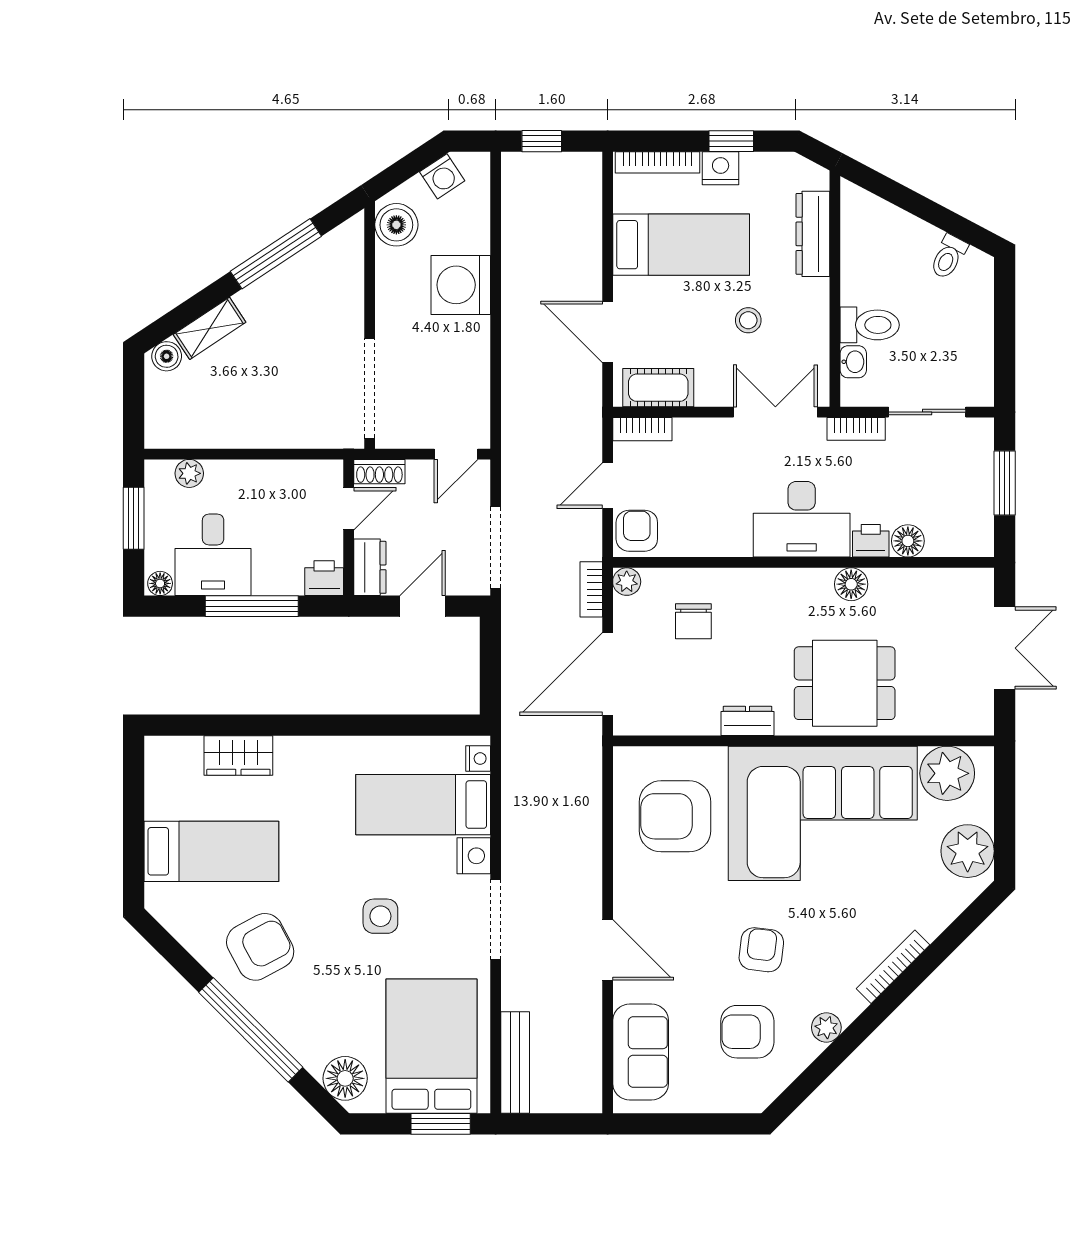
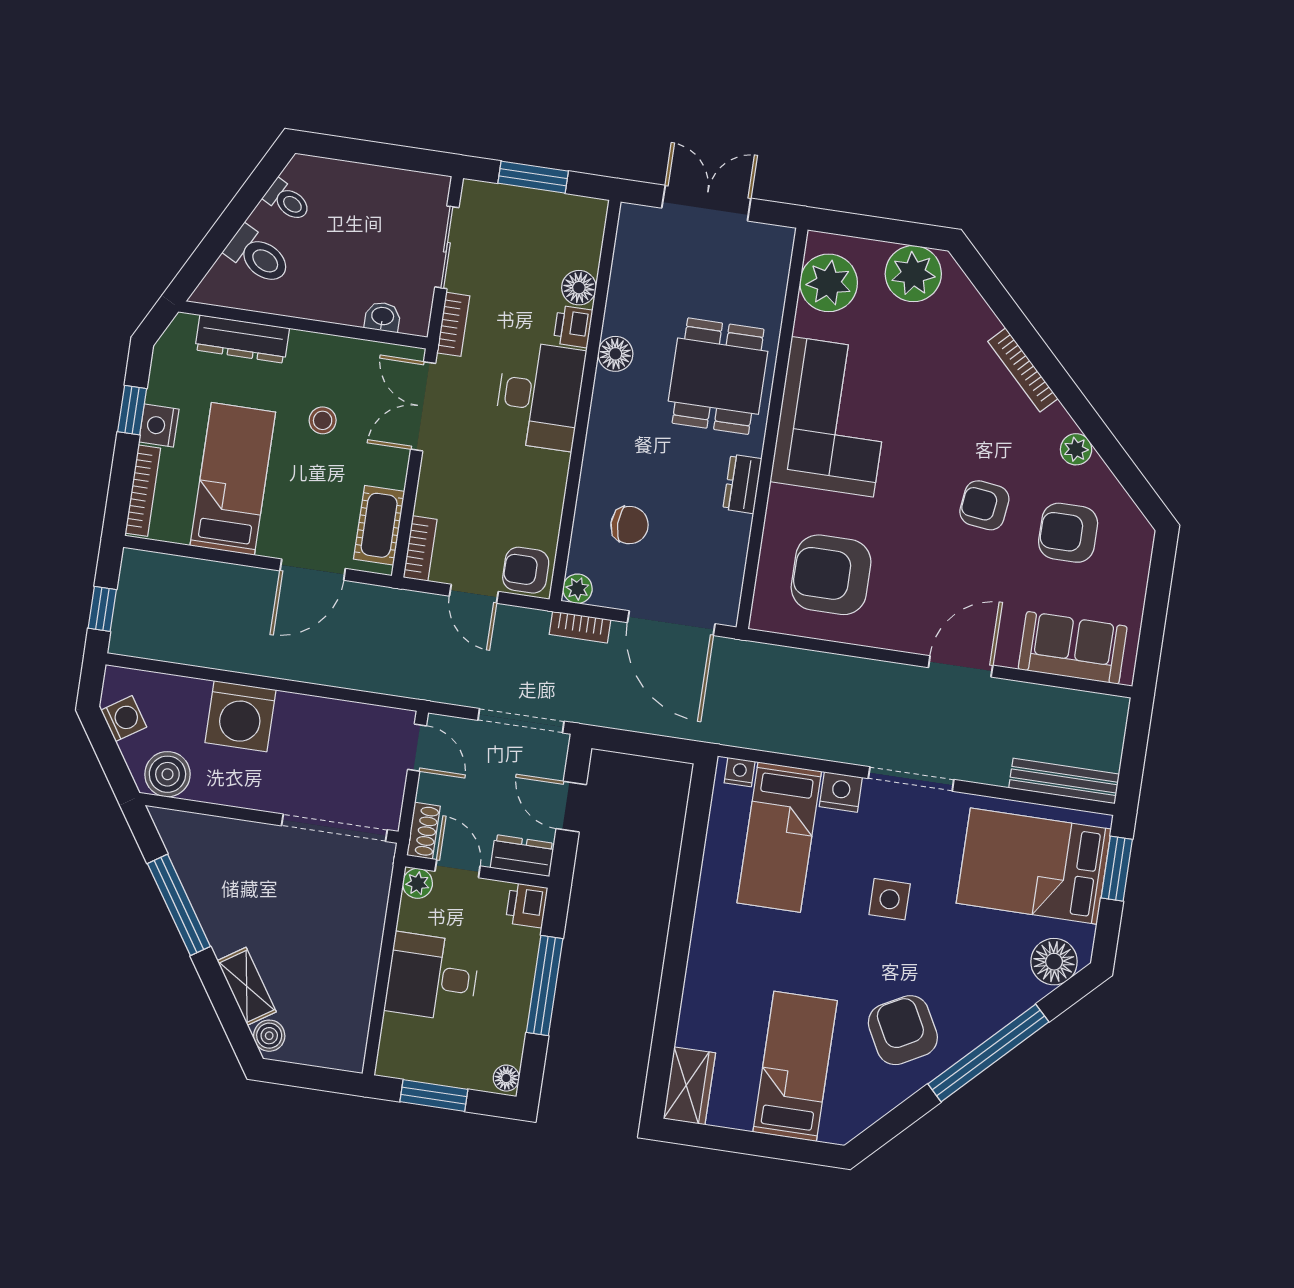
toilet: (870, 325) -> (258, 256), moved, turned 118
plant: (189, 473) -> (417, 883), moved
desk: (213, 555) -> (432, 977), moved, turned 180
wardrobe: (238, 756) -> (690, 1086), moved
corner sofa: (823, 813) -> (832, 417), width x0.73, depth x0.74
armchair: (675, 816) -> (831, 575), turned 90
armchair: (747, 1032) -> (1068, 533), turned 90

